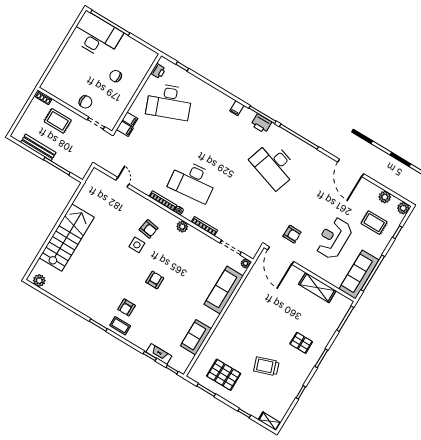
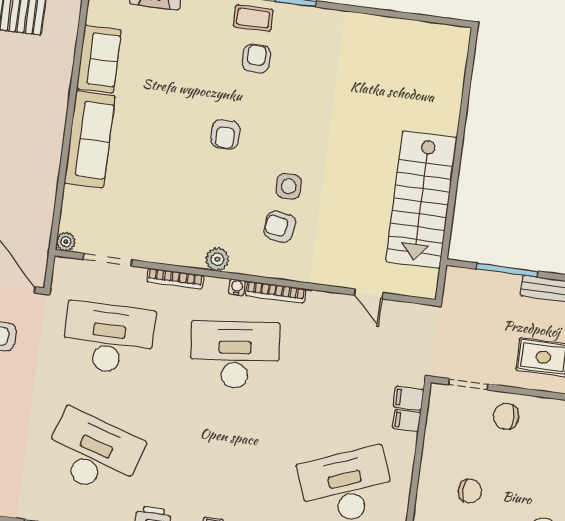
desk: (245, 213) -> (108, 338), added
stairs: (67, 238) -> (421, 200), moved
plant: (39, 281) -> (445, 37), removed
sofa: (224, 290) -> (90, 140), moved

